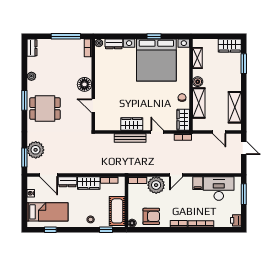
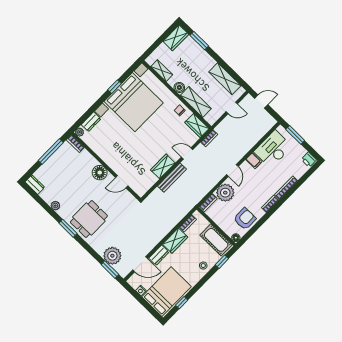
bed: (48, 212) -> (167, 292), width x1.50

